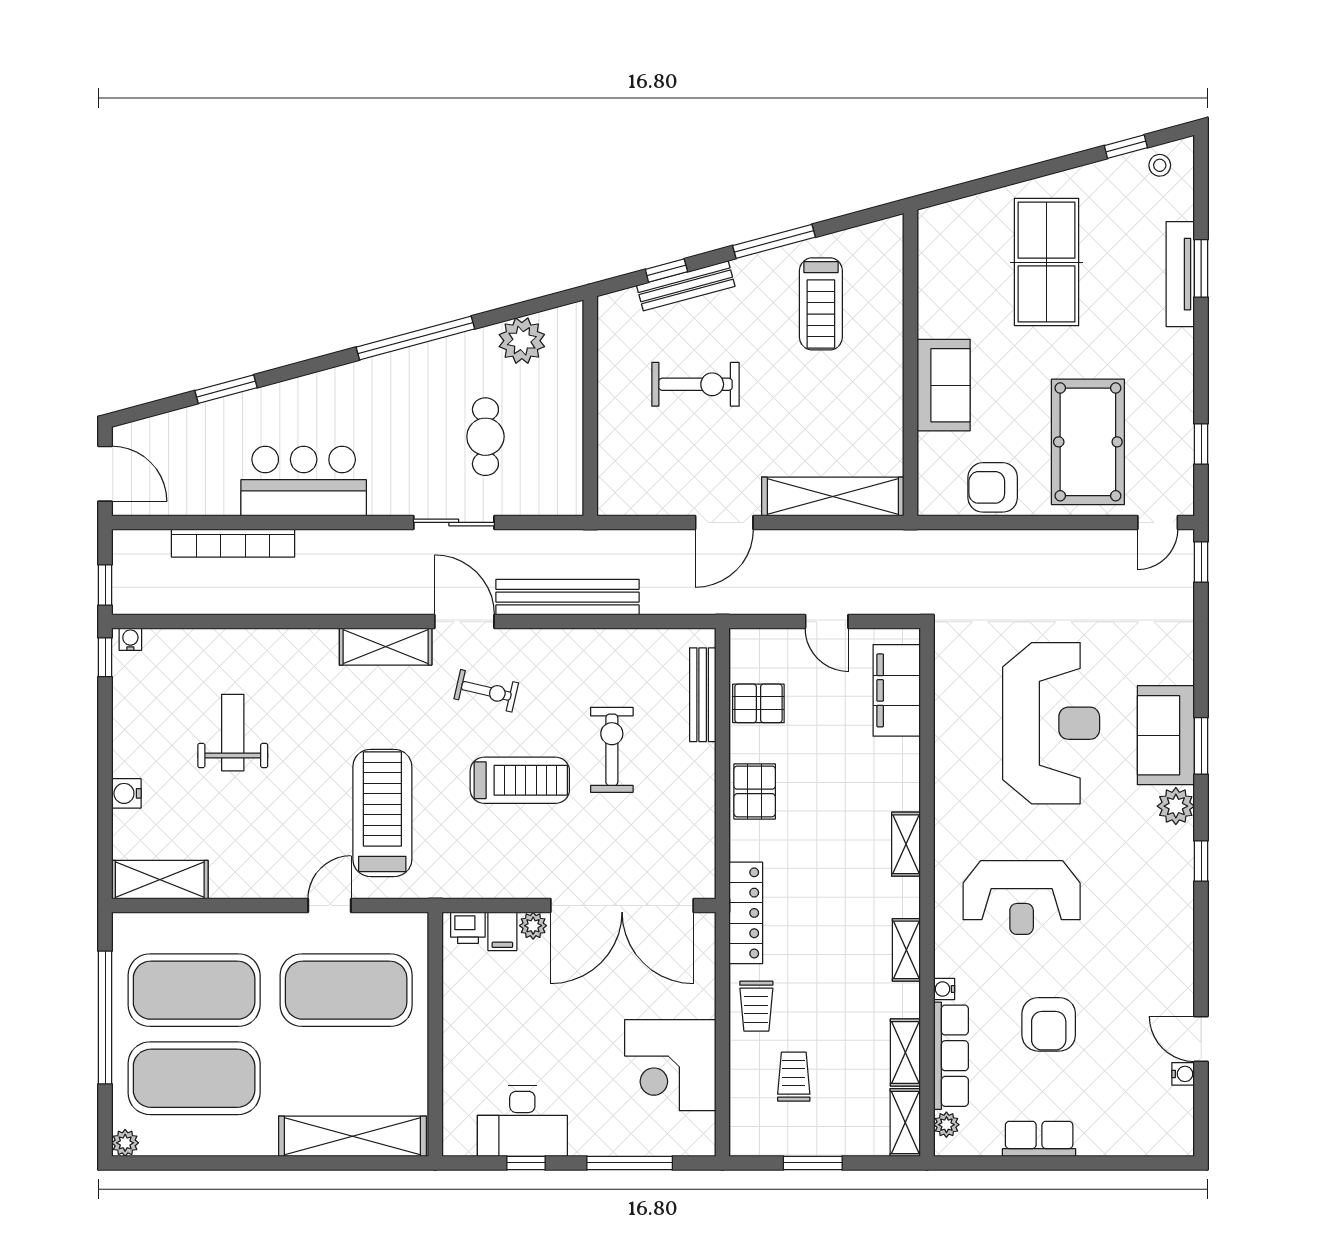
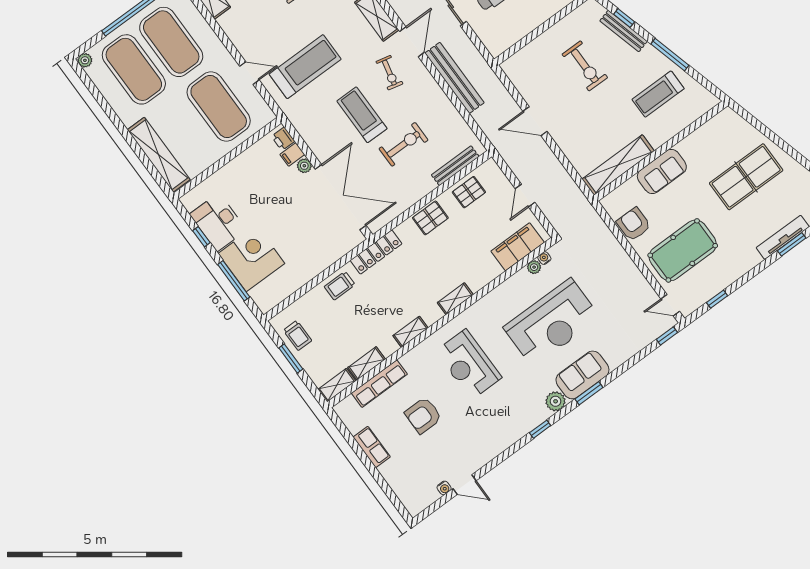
shelving: (833, 496) -> (618, 165), moved, turned 90
pallet: (758, 703) -> (469, 192), turned 90
treadmill: (520, 780) -> (362, 115), turned 180
double door: (622, 905) -> (341, 197), swing flipped
water cooler: (944, 989) -> (544, 258), moved
door: (1201, 1039) -> (465, 485), swing flipped
corner desk: (670, 1065) -> (251, 258), moved, turned 90
trolley: (794, 1077) -> (297, 335), moved, turned 90
plant: (946, 1125) -> (534, 267), moved

